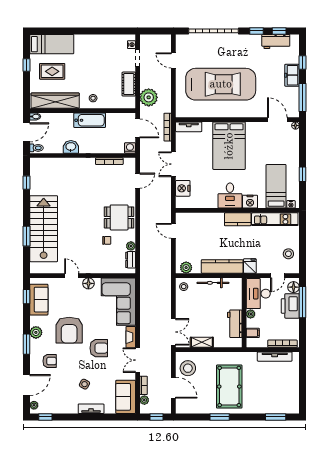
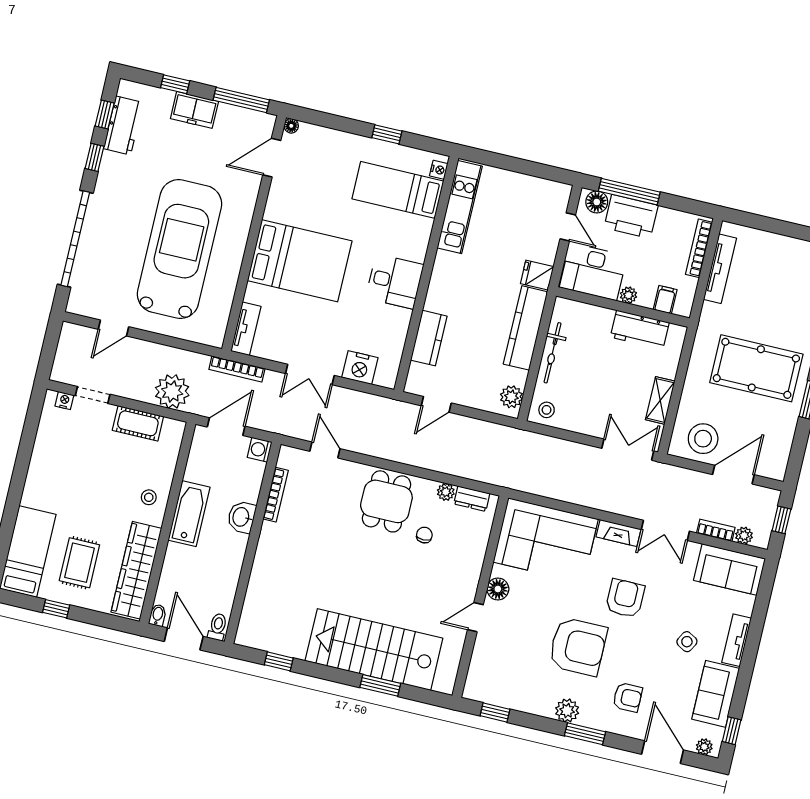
washbasin: (71, 147) -> (242, 517), moved
nightstand: (250, 202) -> (415, 246), removed
kitchen counter: (238, 219) -> (429, 338), moved
stool: (288, 254) -> (531, 197), removed
sofa: (39, 300) -> (716, 694), moved, turned -90
armchair: (50, 361) -> (628, 697), turned 90

